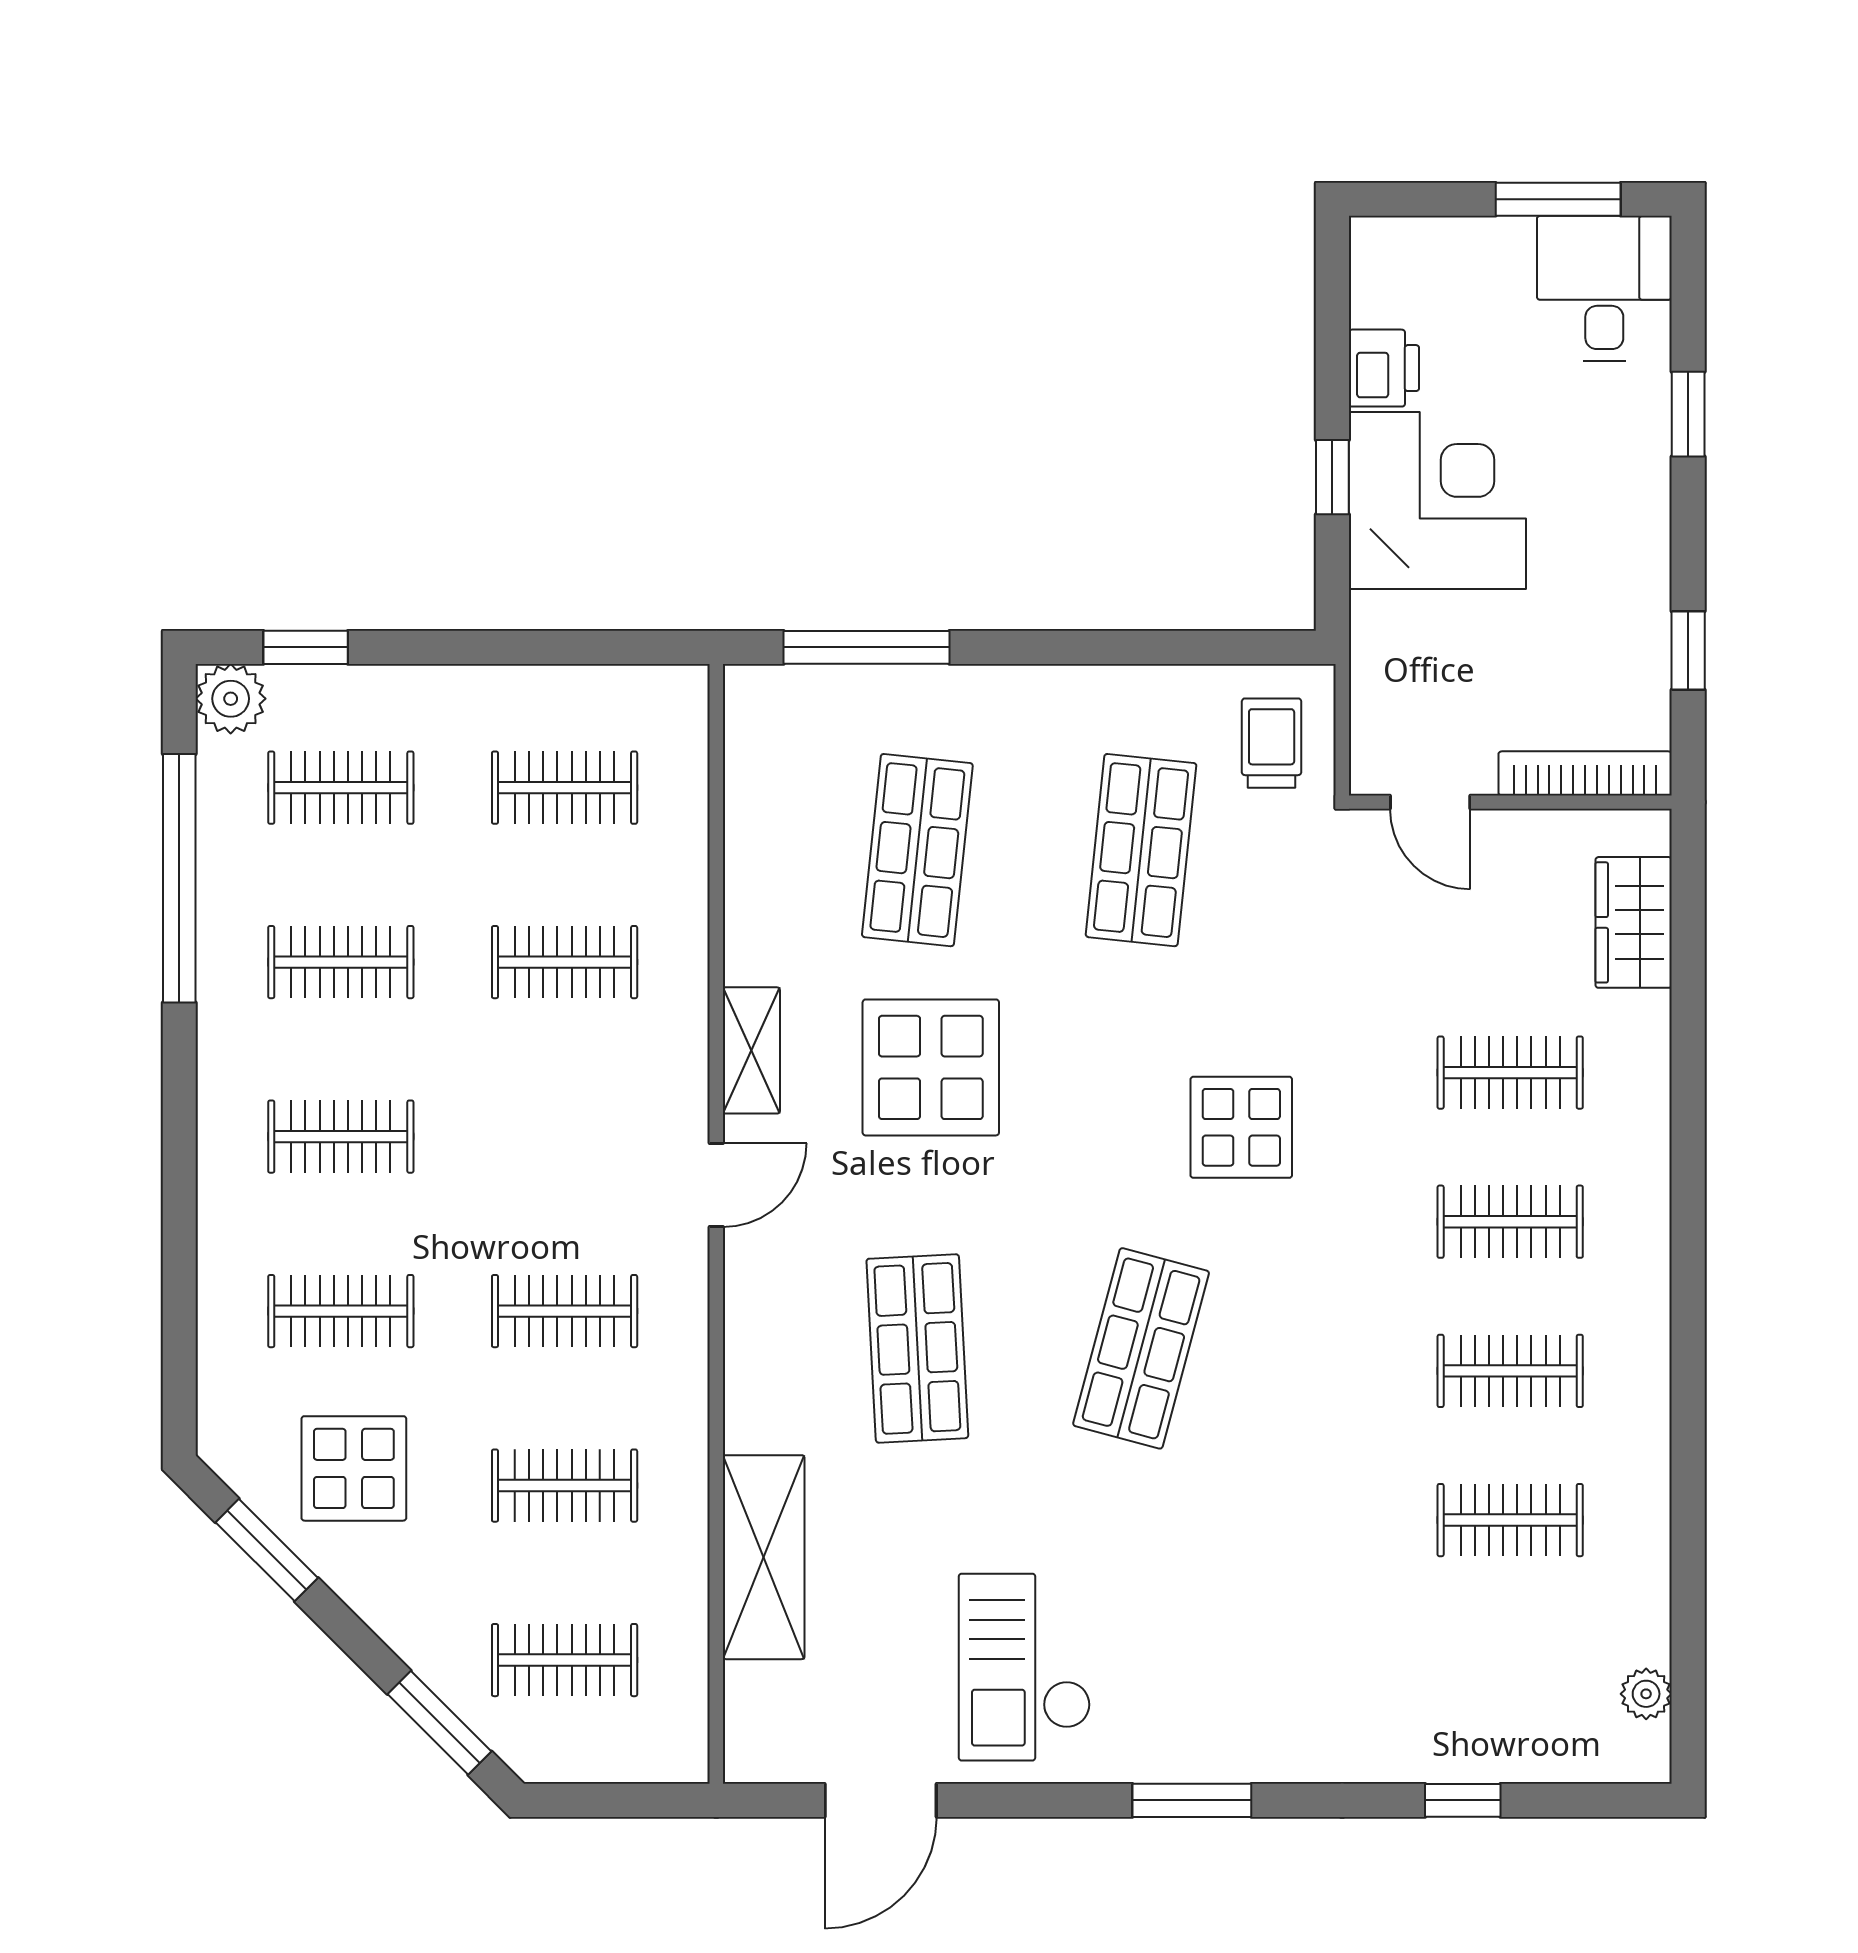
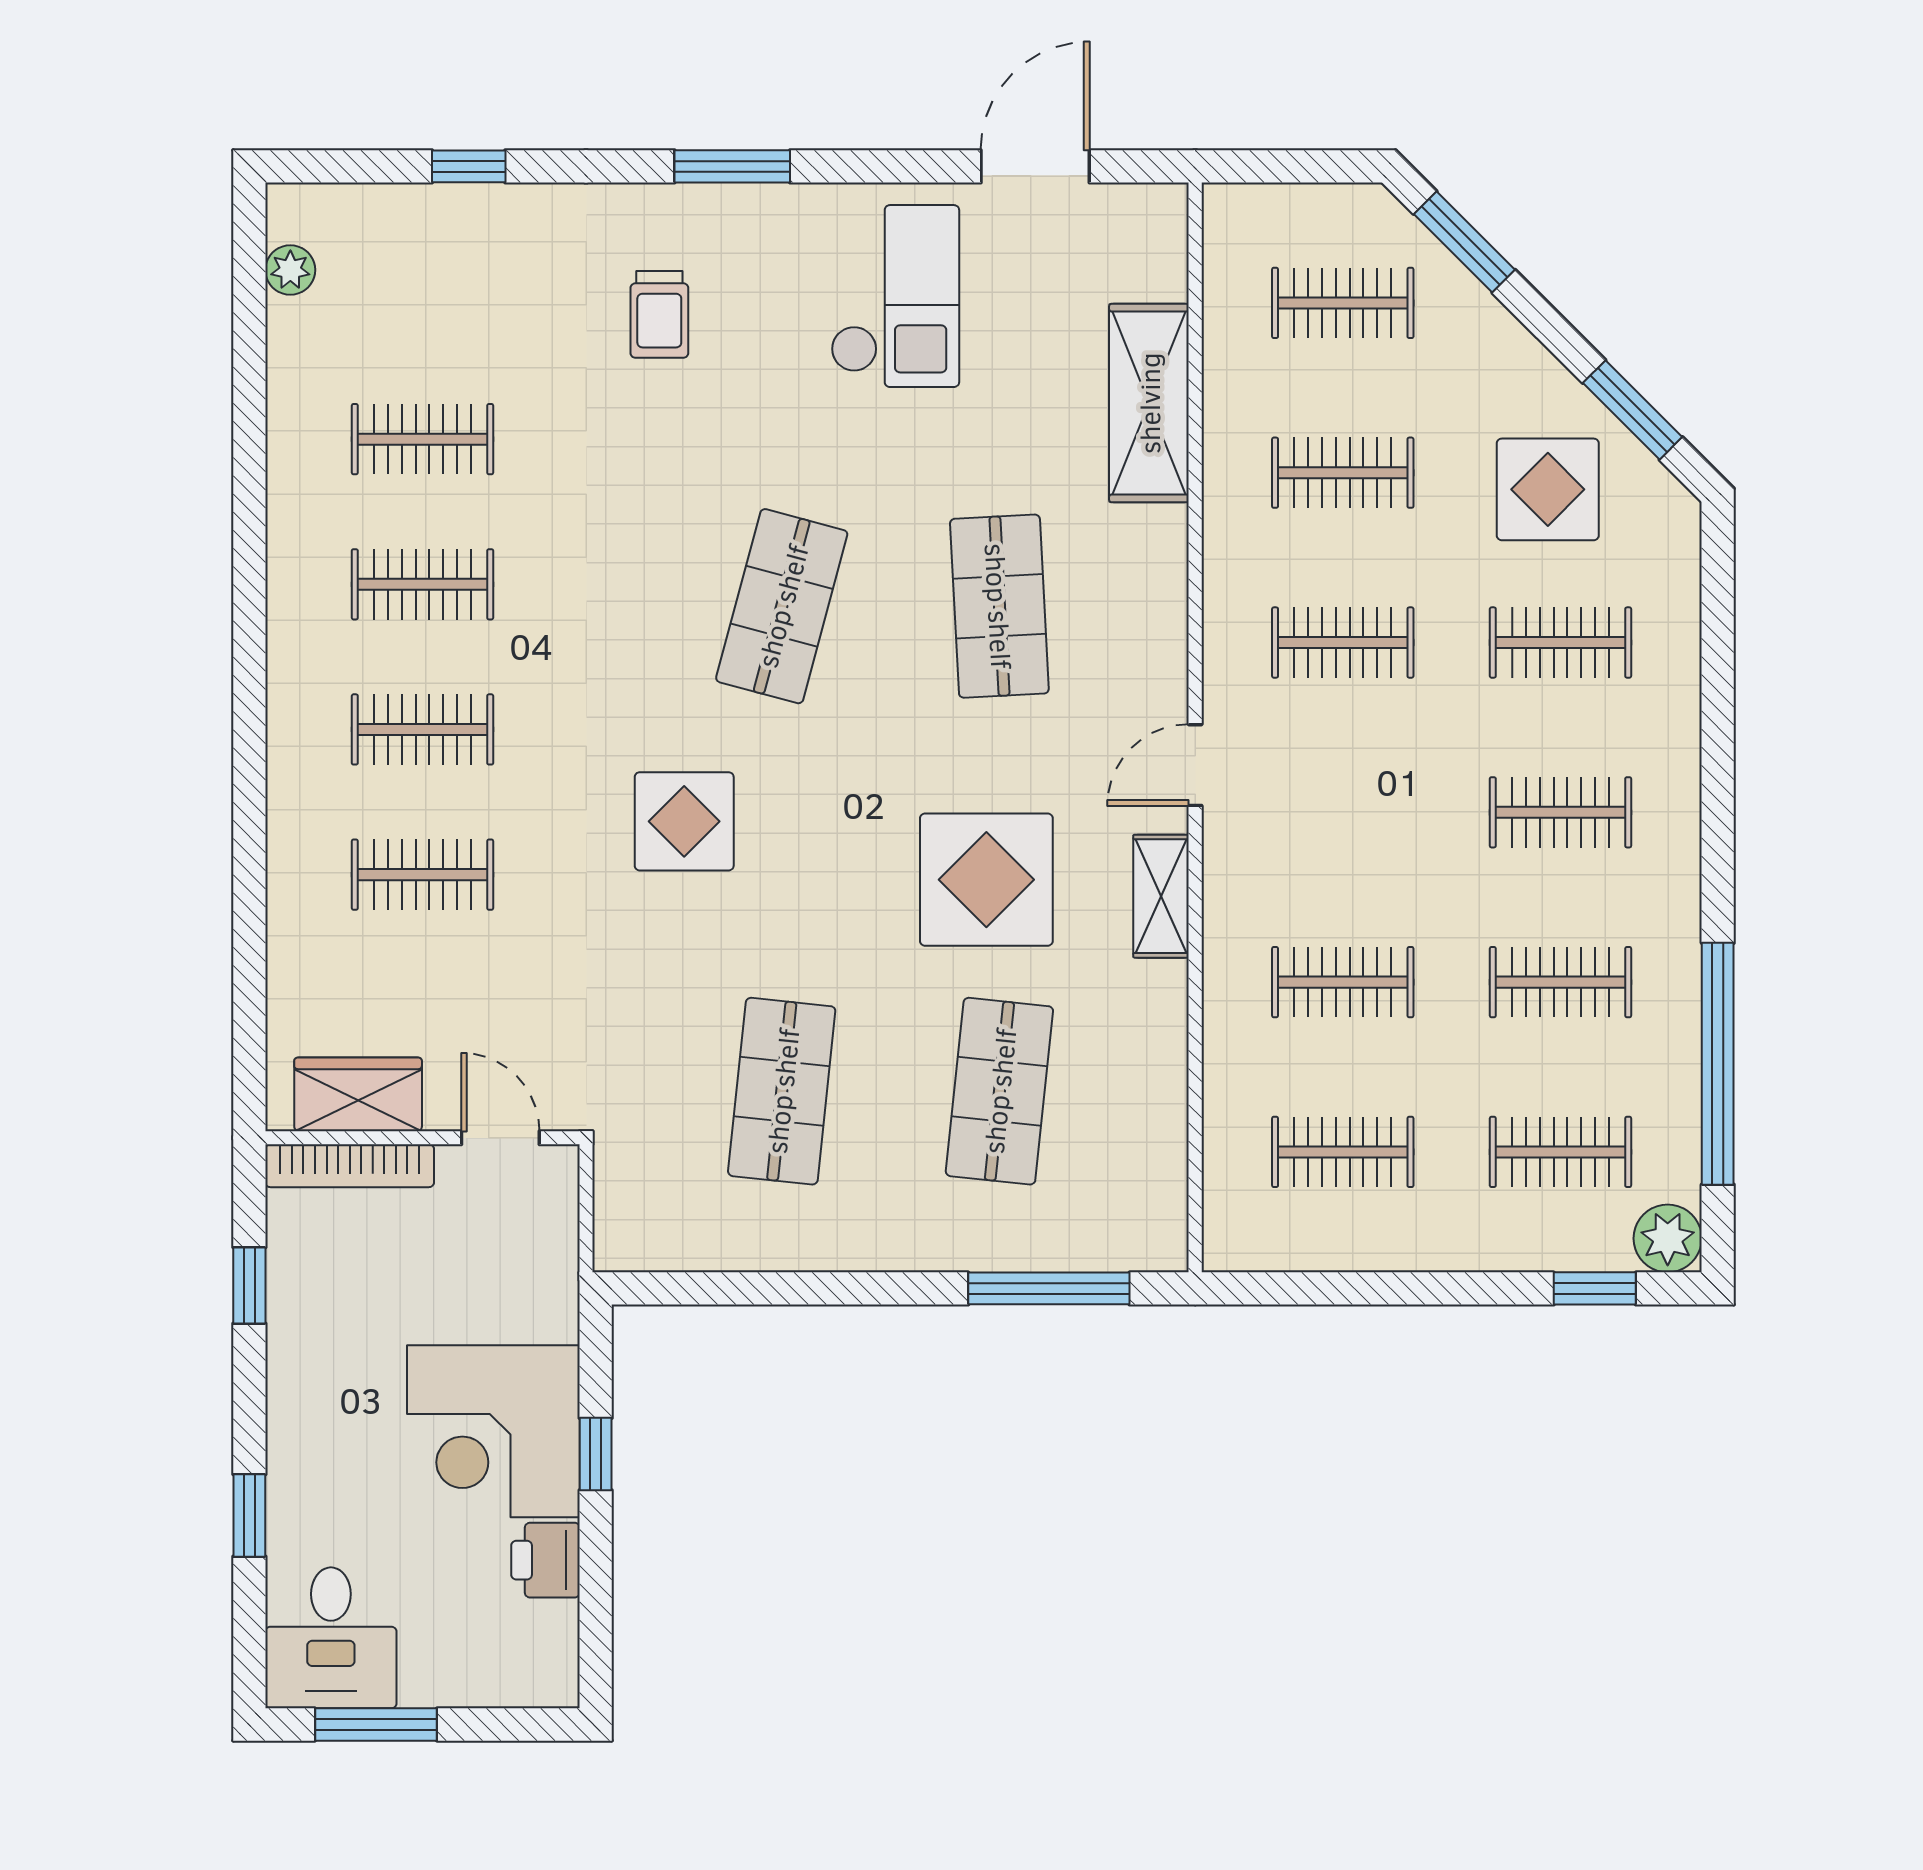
trolley: (1272, 743) -> (659, 314), moved
wardrobe: (1634, 922) -> (358, 1094), moved, turned -90

